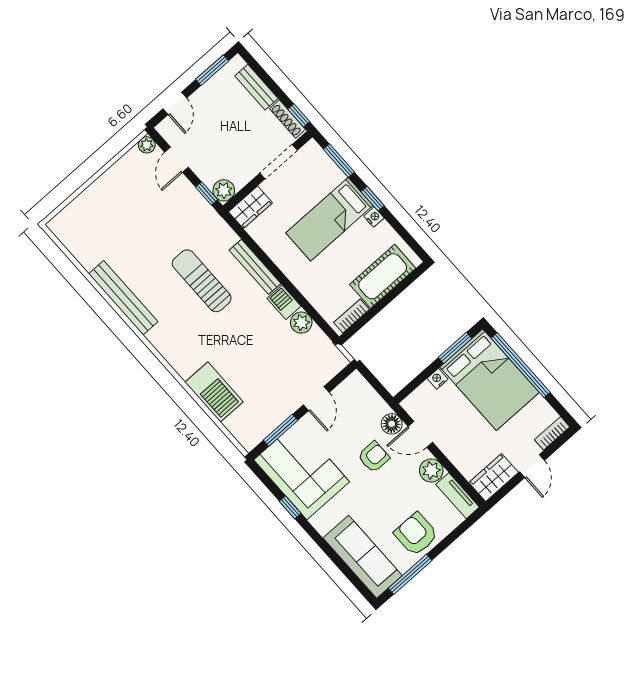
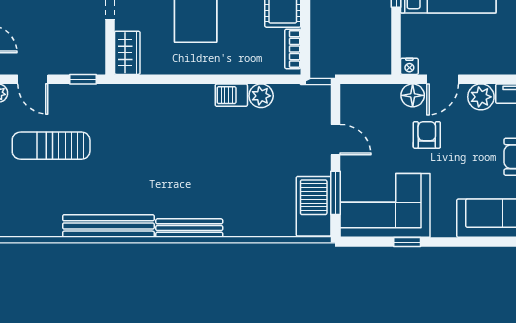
plant: (224, 190) -> (93, 63), removed
bench: (255, 267) -> (189, 228), moved
sun lounger: (202, 281) -> (51, 146), moved
nightstand: (437, 379) -> (409, 66), moved, turned -90
barbecue: (214, 392) -> (314, 206), moved, turned -90

